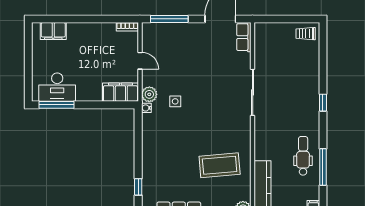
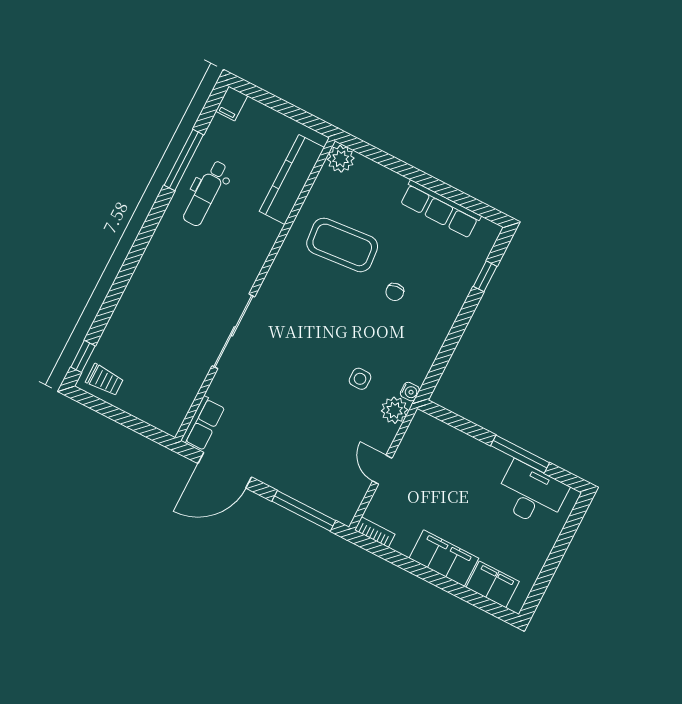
filing cabinet: (120, 92) -> (444, 558), moved, turned 180
window: (323, 103) -> (83, 356), moved
window: (57, 105) -> (520, 454), moved
chair: (180, 155) -> (395, 292), added

